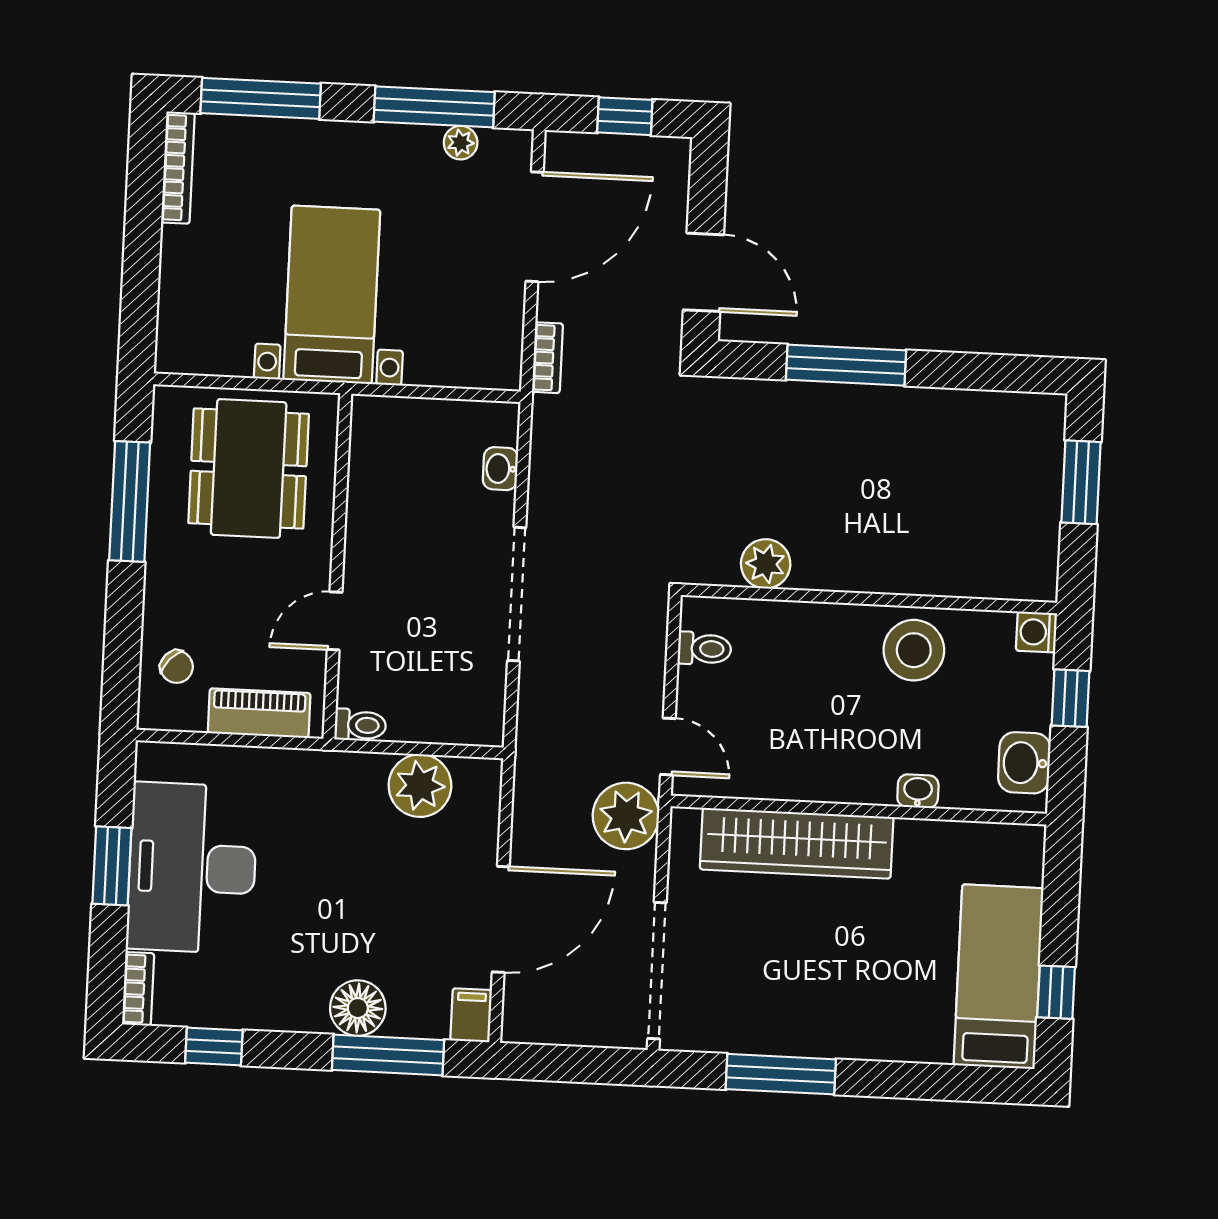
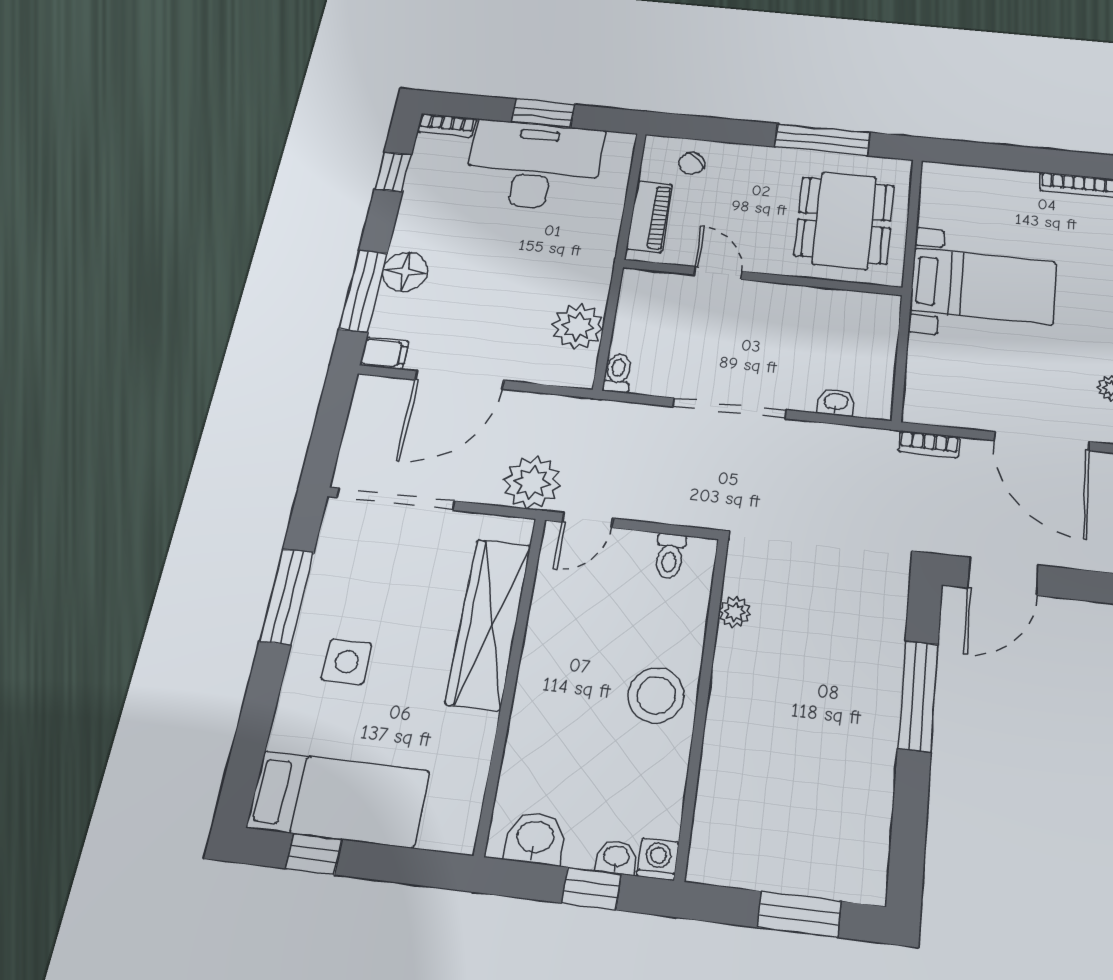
dining table: (249, 468) -> (844, 220), turned 90
plant: (766, 564) -> (735, 612), width x0.73, depth x0.73
stool: (914, 650) -> (656, 695), moved
toilet: (360, 725) -> (618, 373), moved, turned 180
washbasin: (918, 791) -> (616, 857), moved, turned -90
door: (501, 919) -> (459, 380), hinge flipped
side table: (850, 994) -> (347, 662), added

